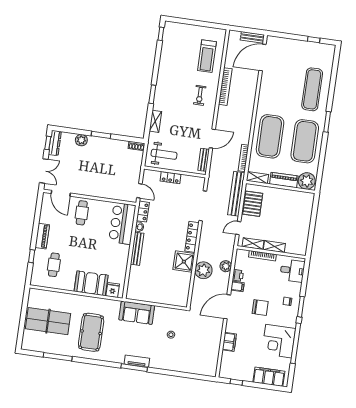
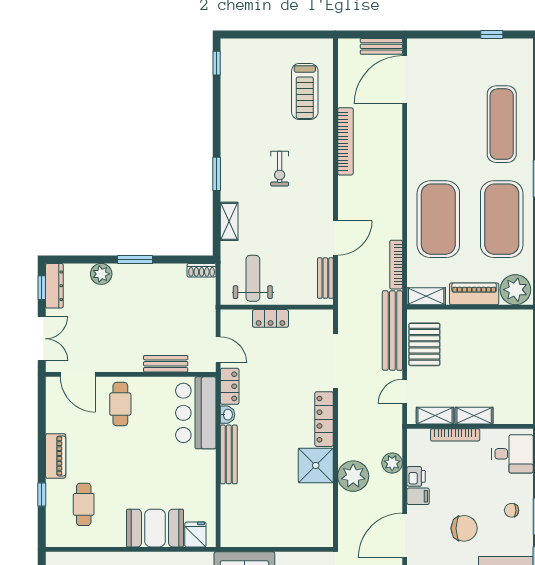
exercise bike: (200, 95) -> (280, 169), moved
weight bench: (164, 154) -> (253, 278), turned -90
bench: (110, 194) -> (166, 364), added

